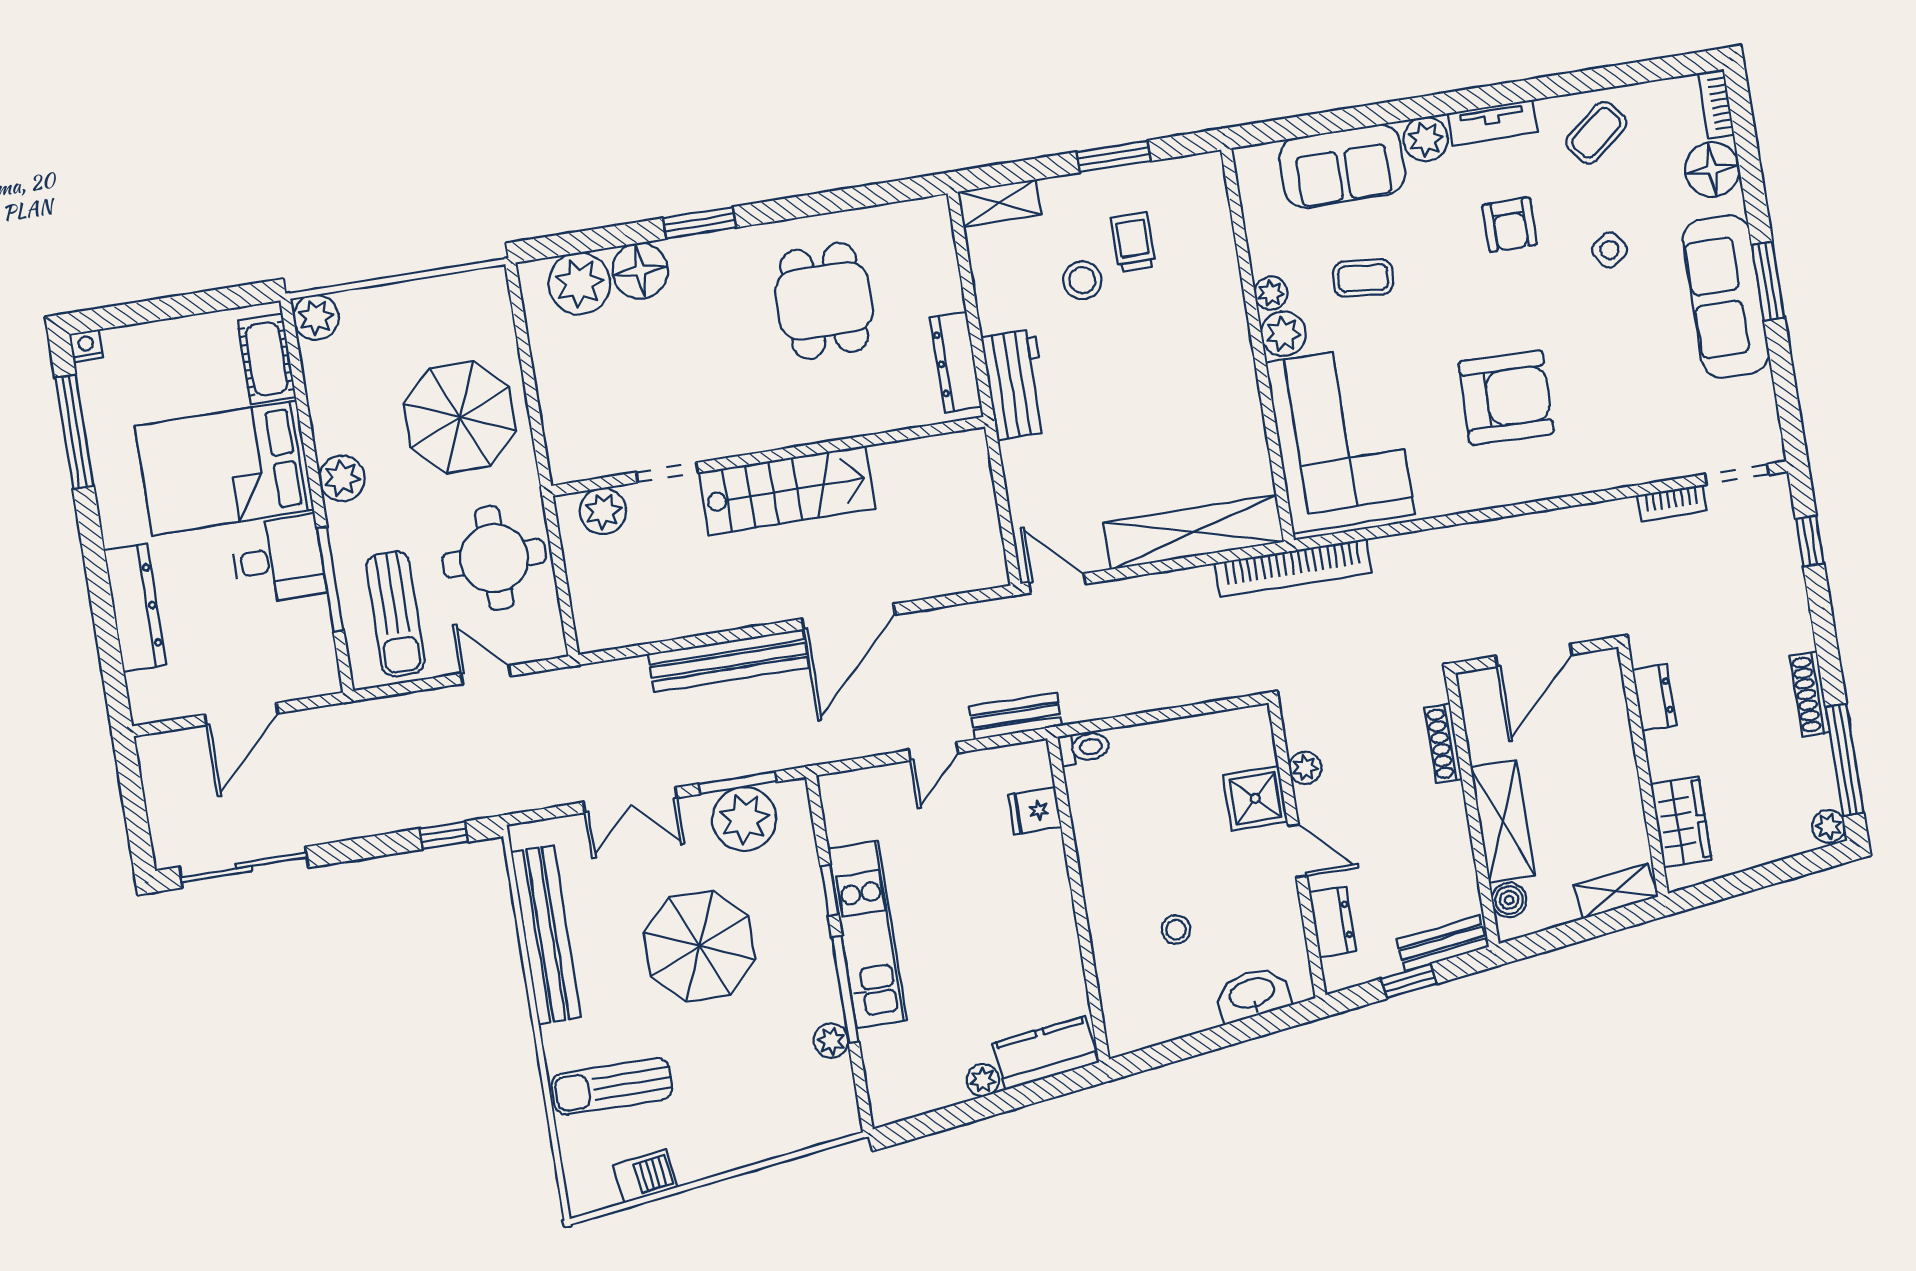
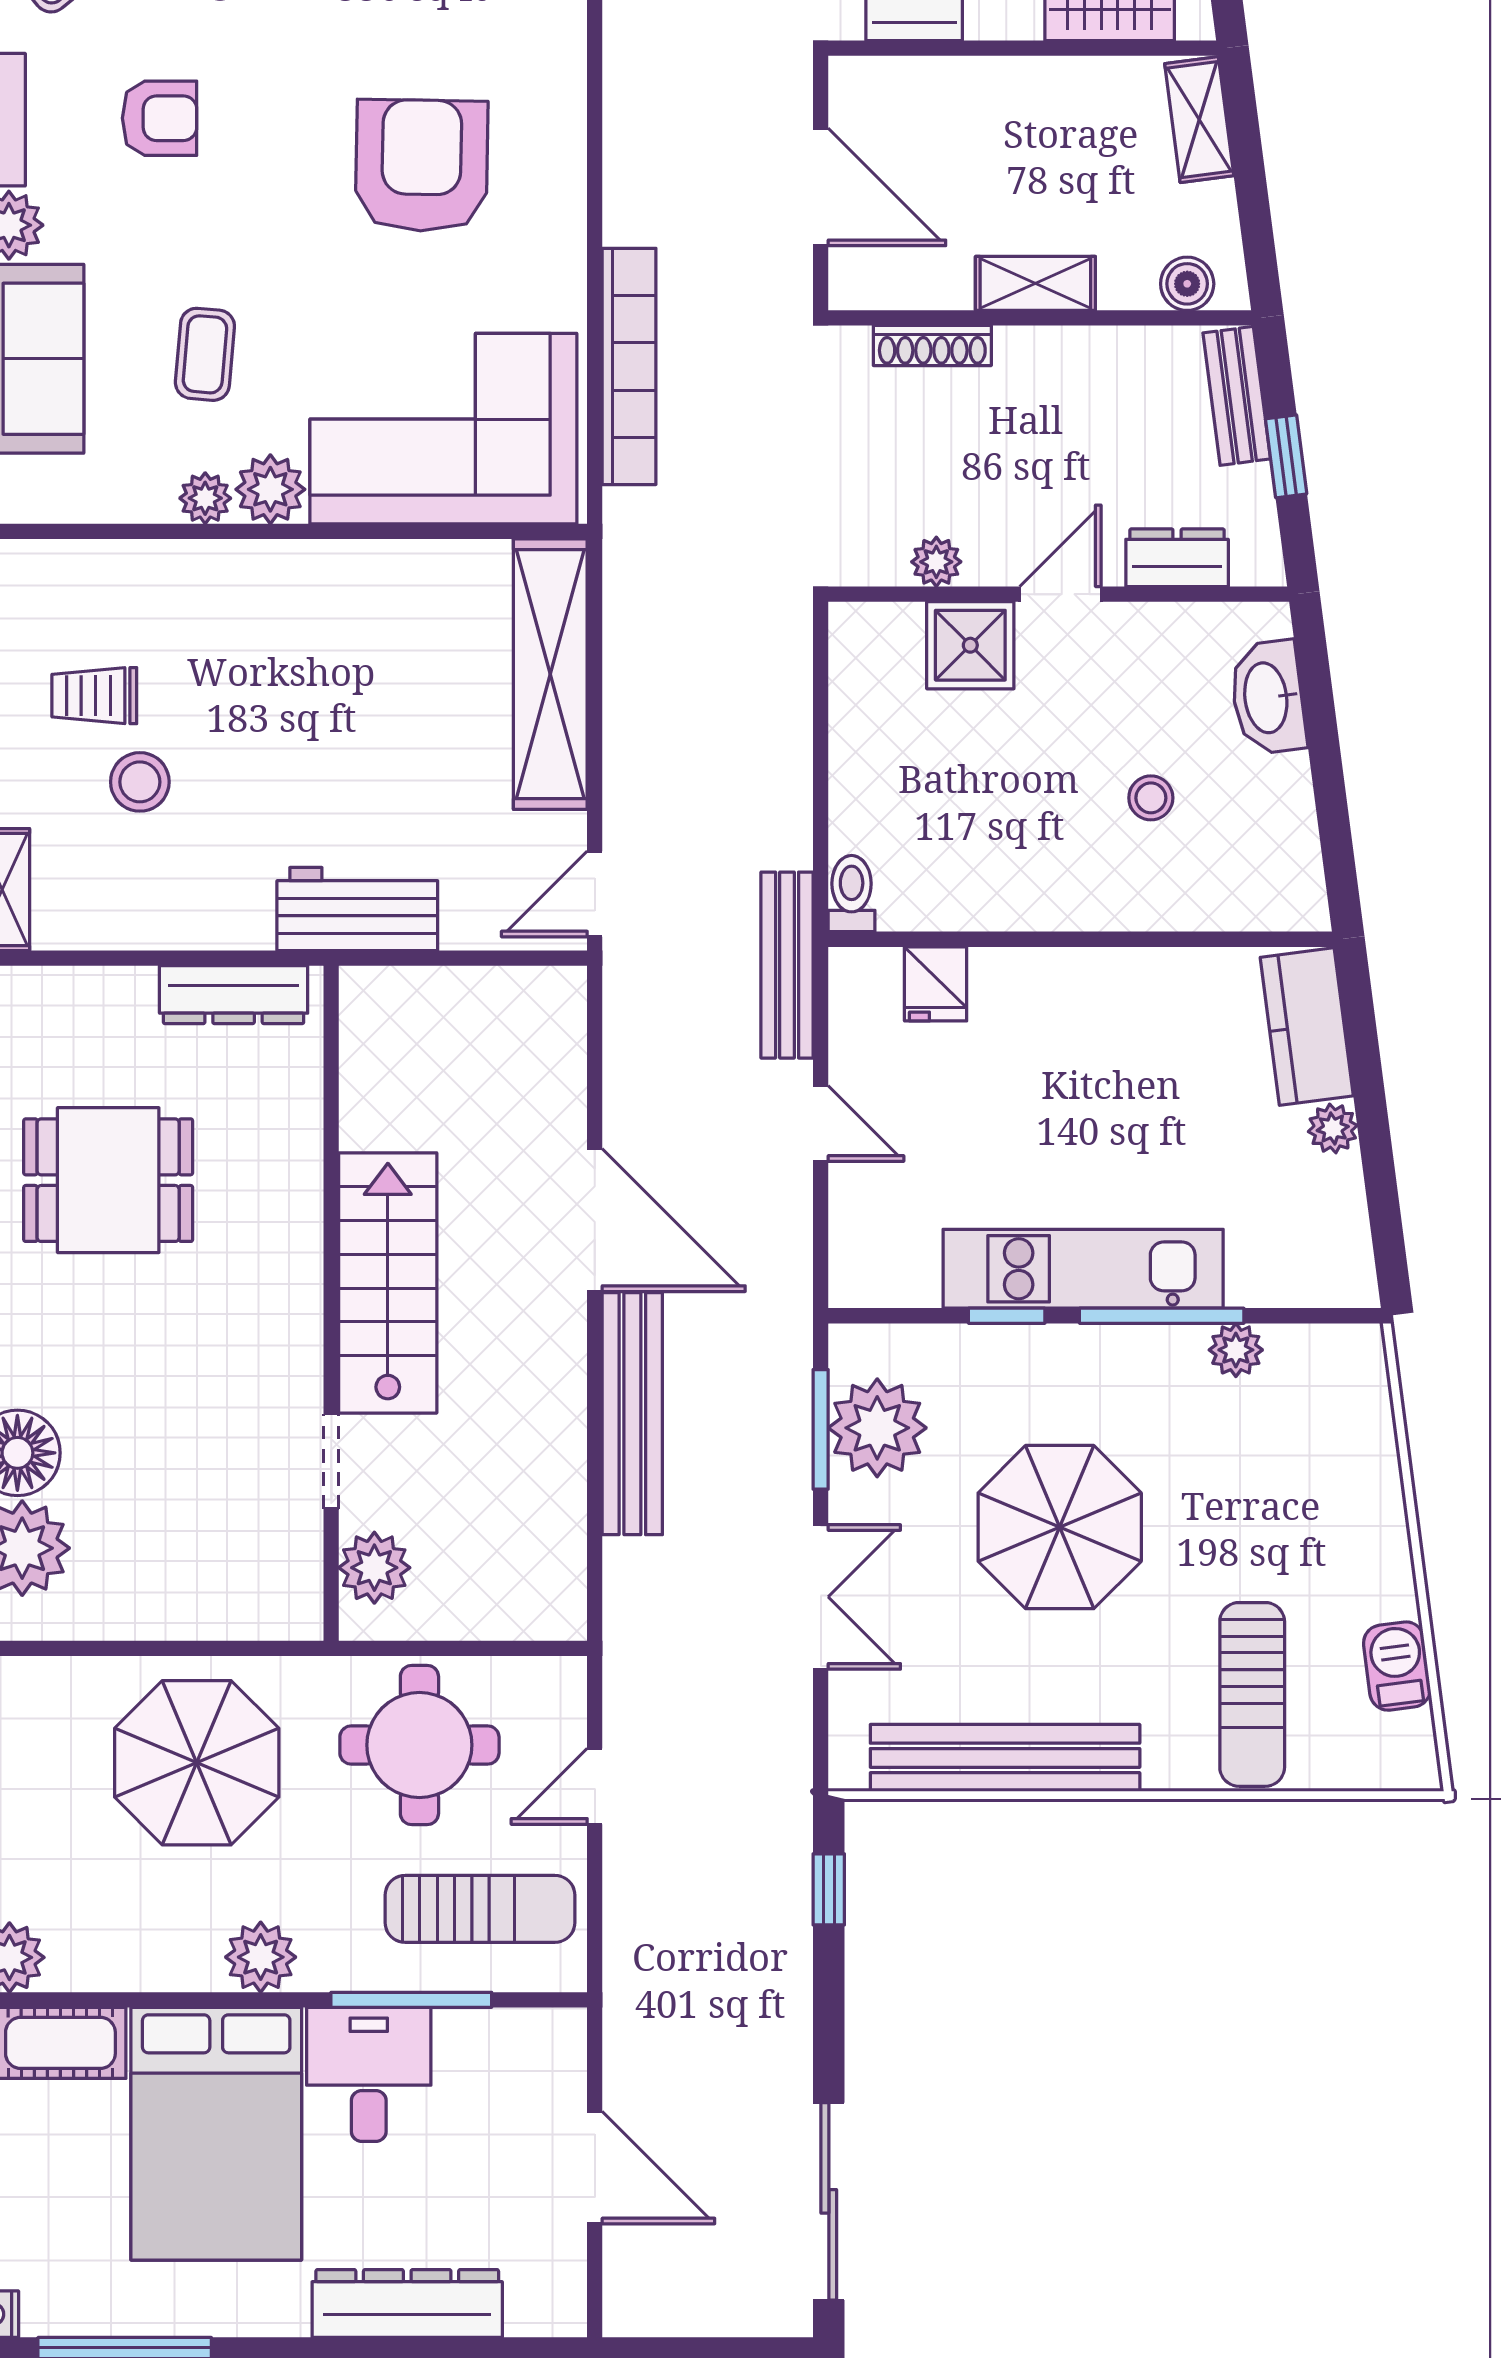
workbench: (1016, 384) -> (357, 909), moved
bookcase: (1293, 568) -> (629, 366), moved
bench: (1016, 716) -> (787, 965), width x1.36
shelving: (1503, 821) -> (1035, 283), width x0.67, depth x0.75

